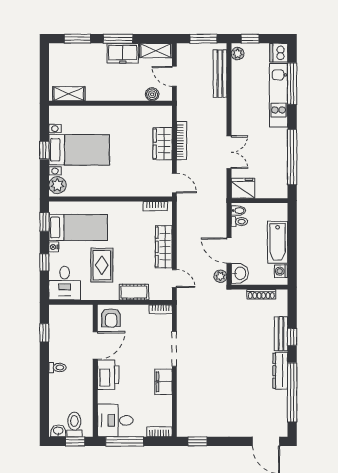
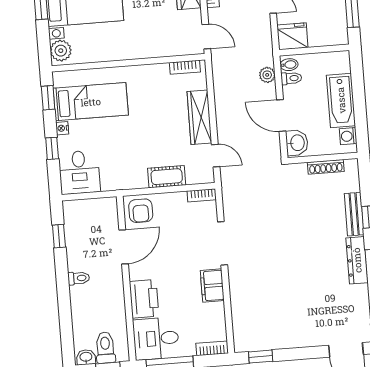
rug: (102, 265) -> (124, 146), removed
plant: (220, 276) -> (267, 75), moved
printer: (108, 375) -> (144, 299), moved

